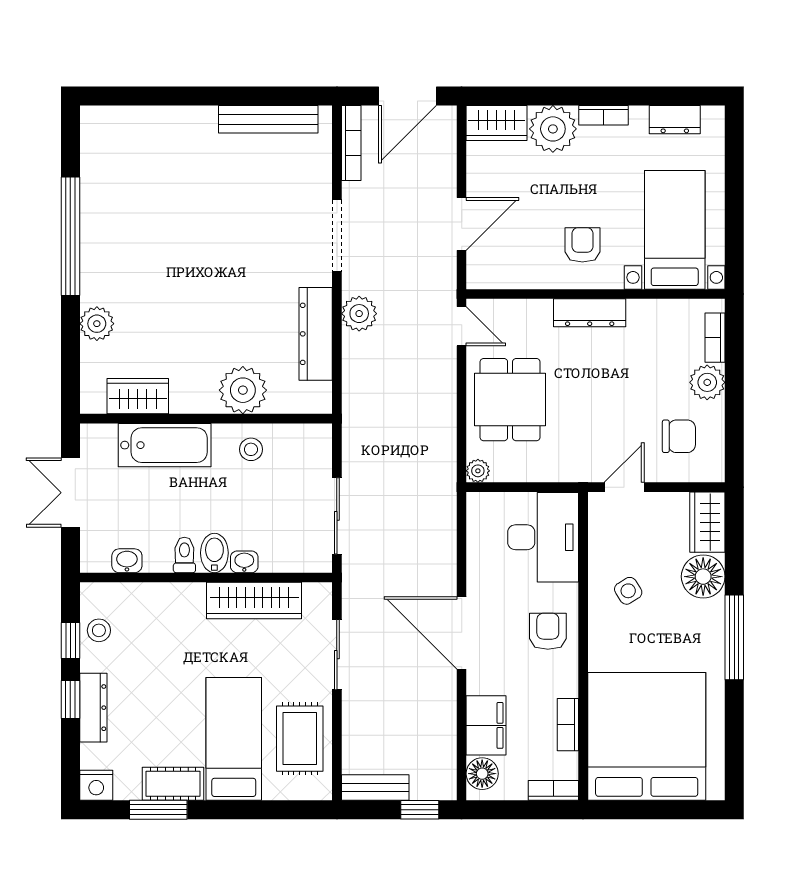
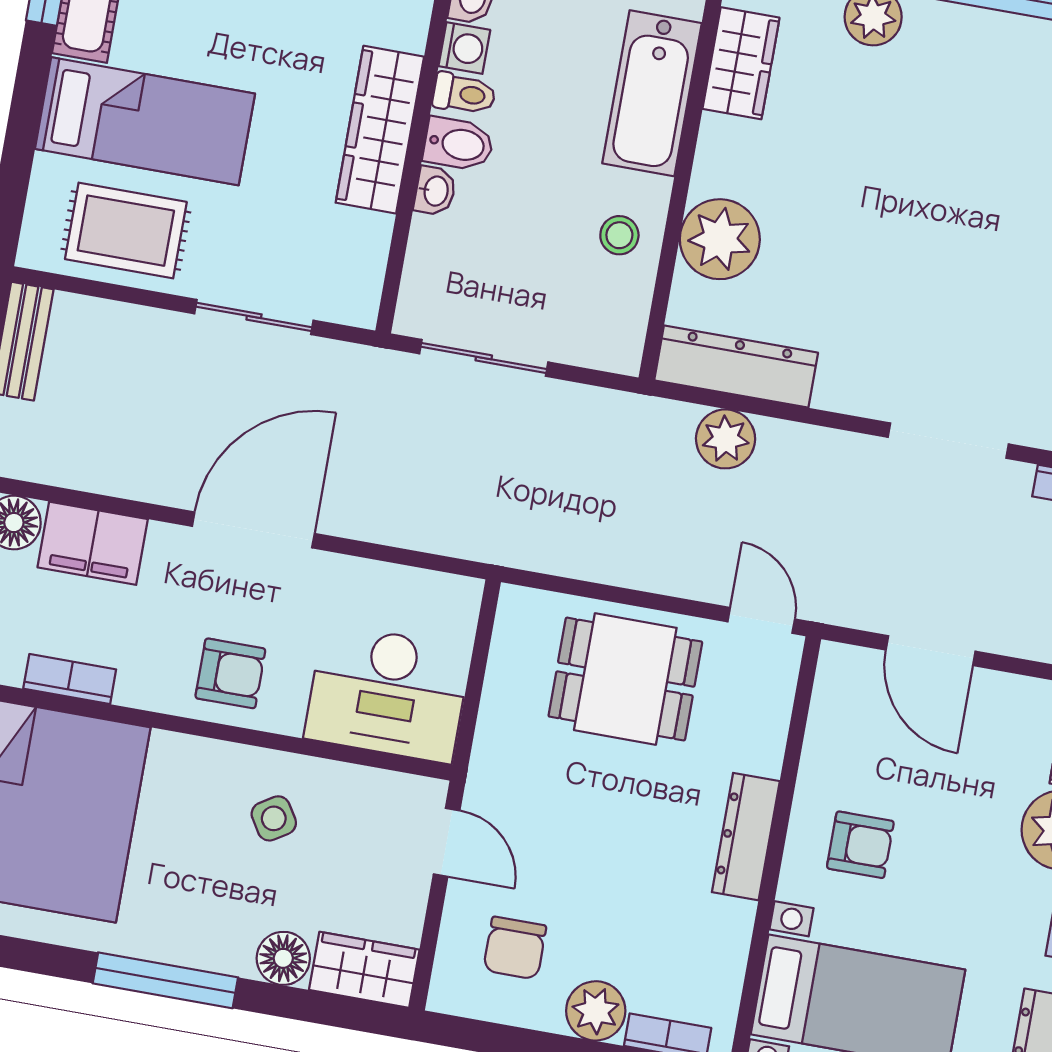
plant: (359, 314) -> (726, 439), moved
door: (462, 326) -> (761, 620), swing flipped
dresser: (316, 334) -> (736, 366), moved
plant: (478, 471) -> (517, 605), removed
washing machine: (158, 560) -> (464, 48), added
floor lamp: (703, 577) -> (283, 958), width x0.73, depth x0.73
wardrobe: (254, 601) -> (380, 130), moved

